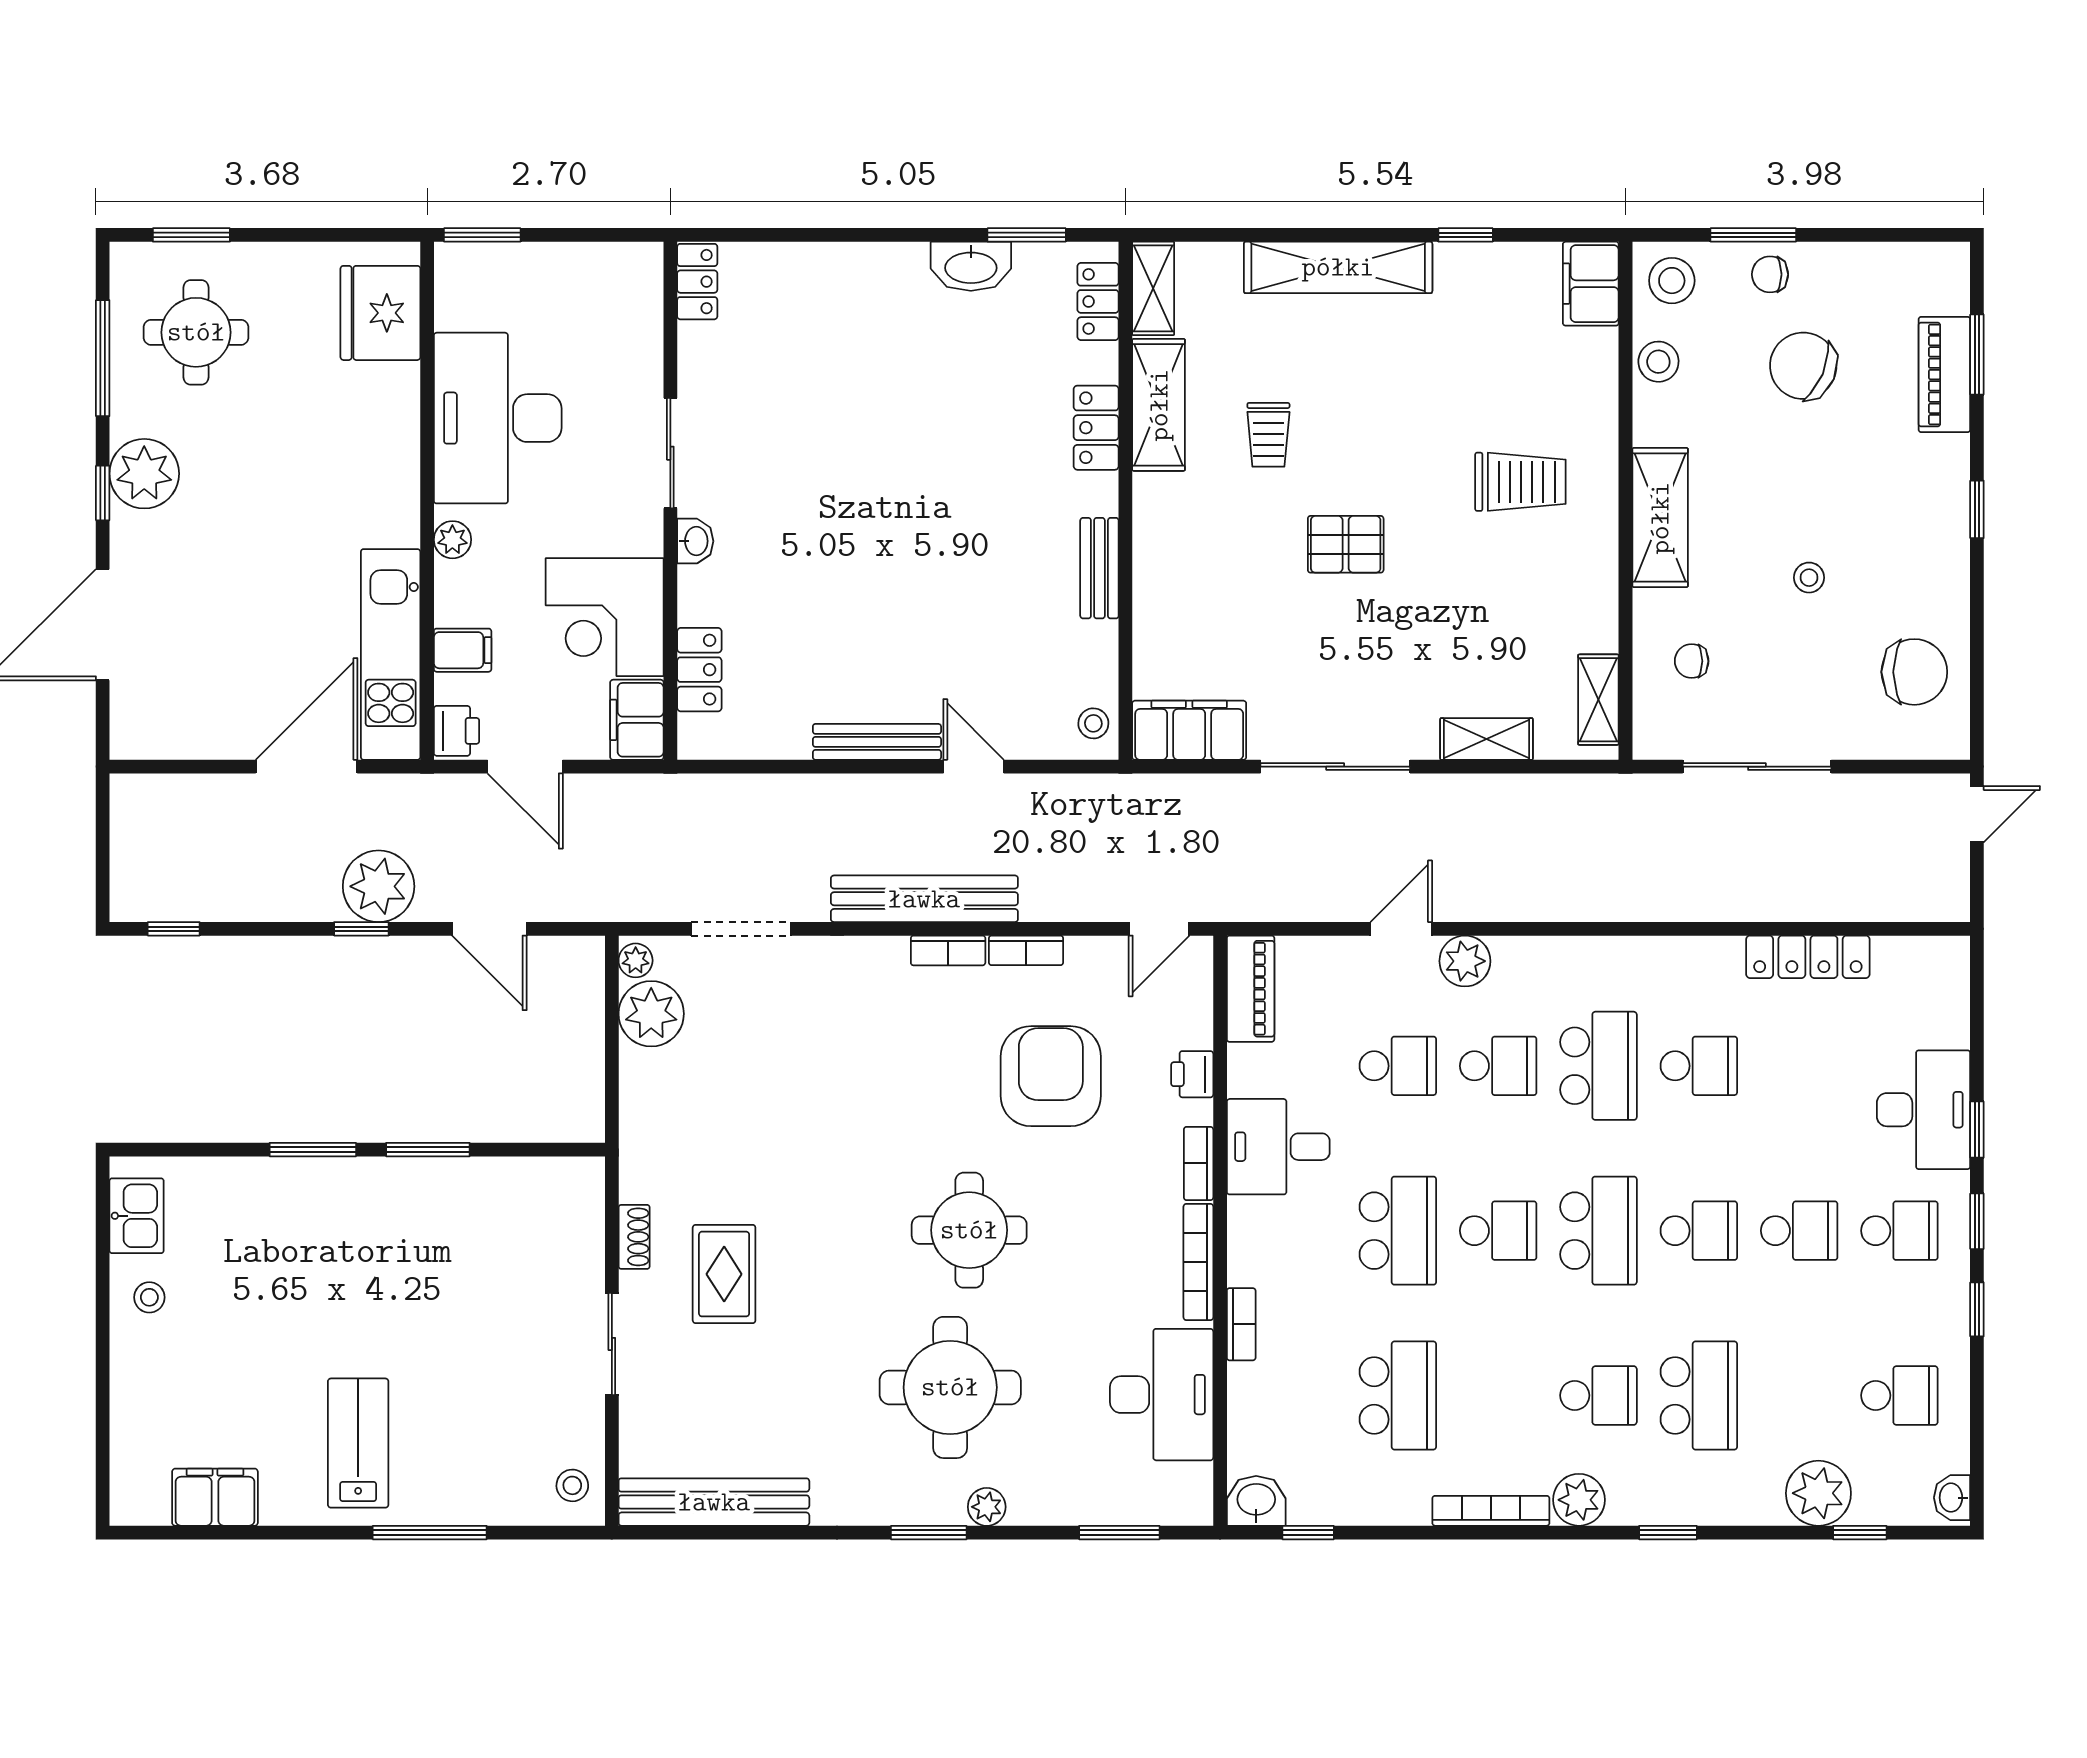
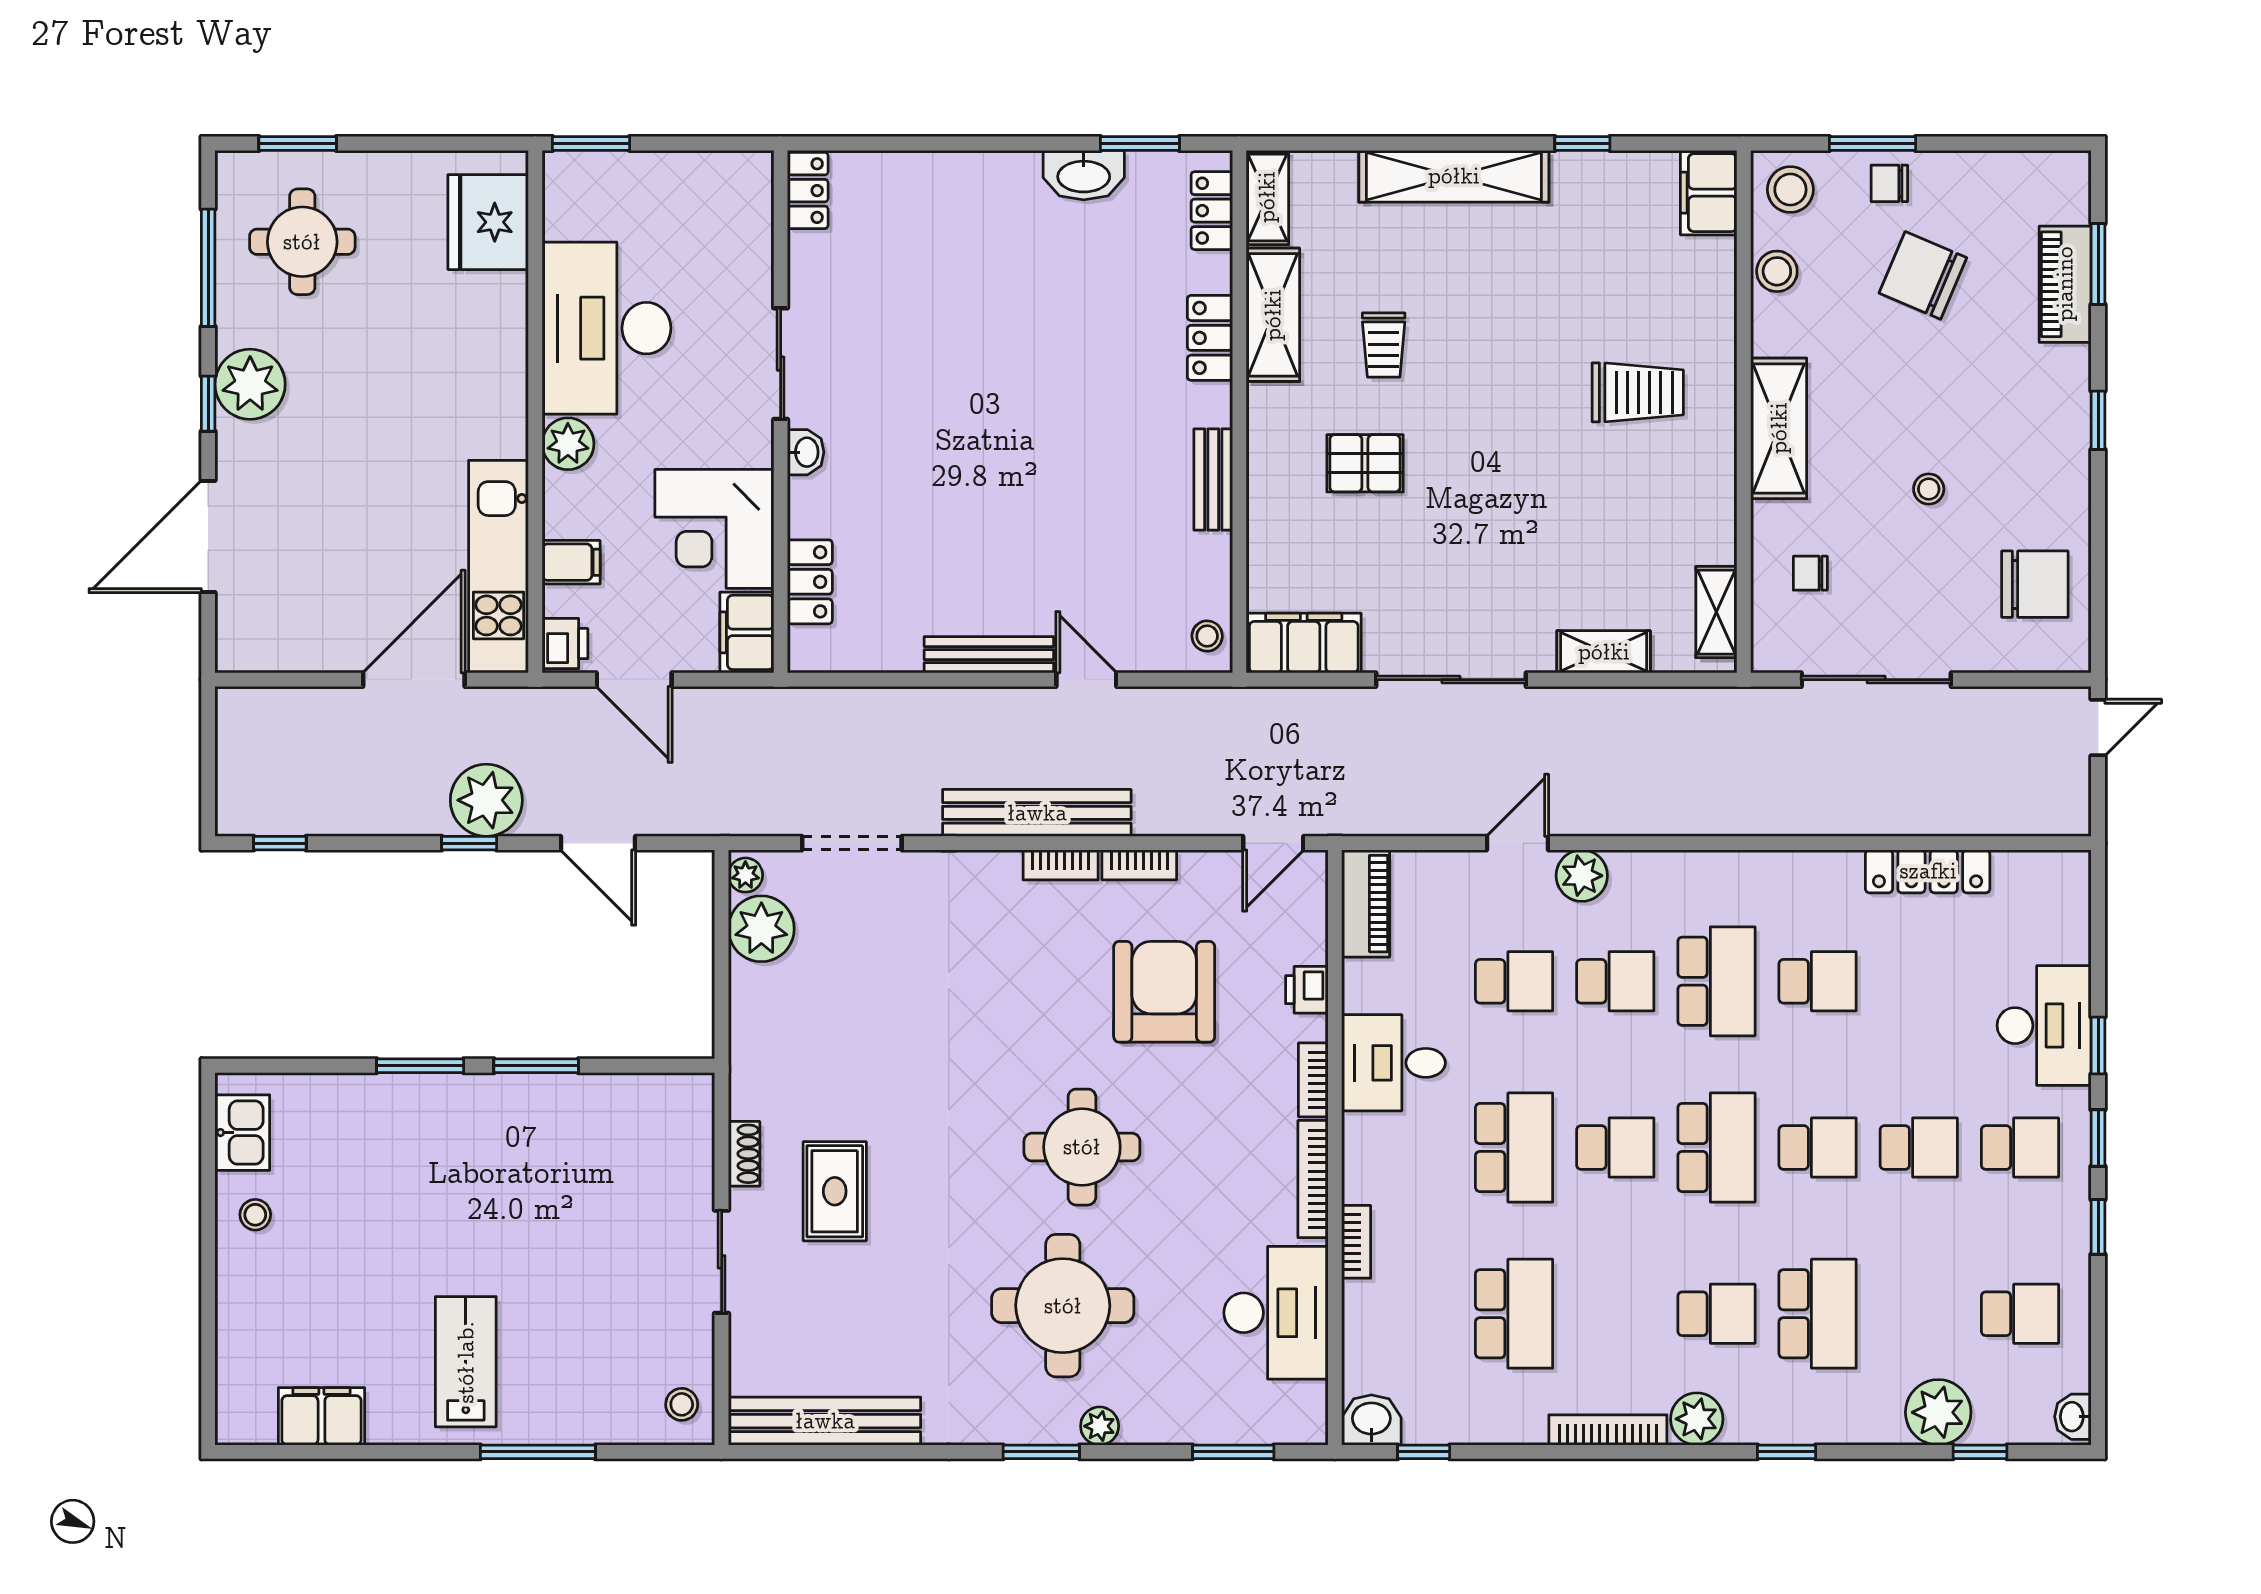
plant: (452, 540) -> (568, 444), width x1.38, depth x1.38
pallet: (1346, 544) -> (1365, 463), moved

